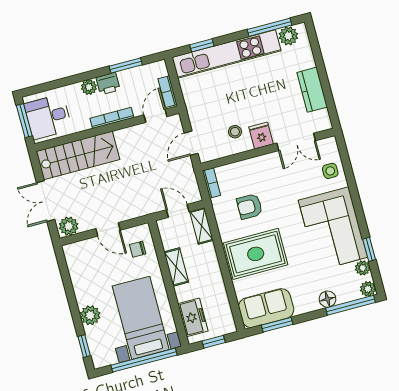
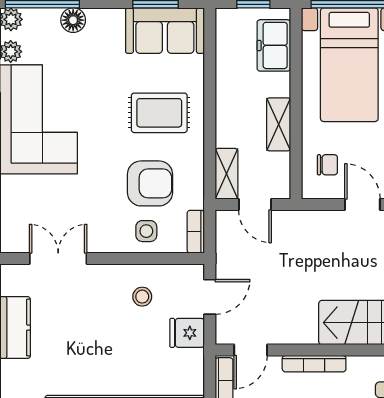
fridge: (261, 135) -> (187, 333), moved, turned 90
side table: (330, 171) -> (146, 231), moved
armchair: (249, 206) -> (150, 183), width x1.38, depth x1.38
rug: (256, 254) -> (159, 113), width x0.73, depth x0.70

